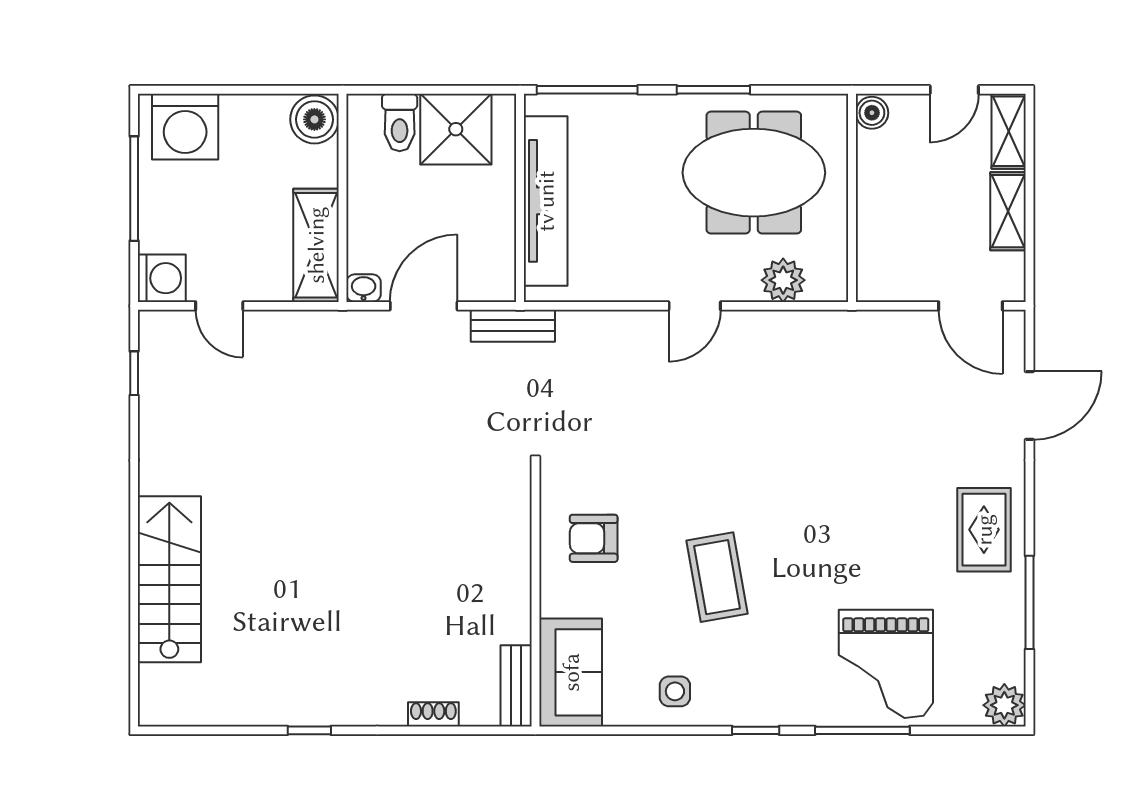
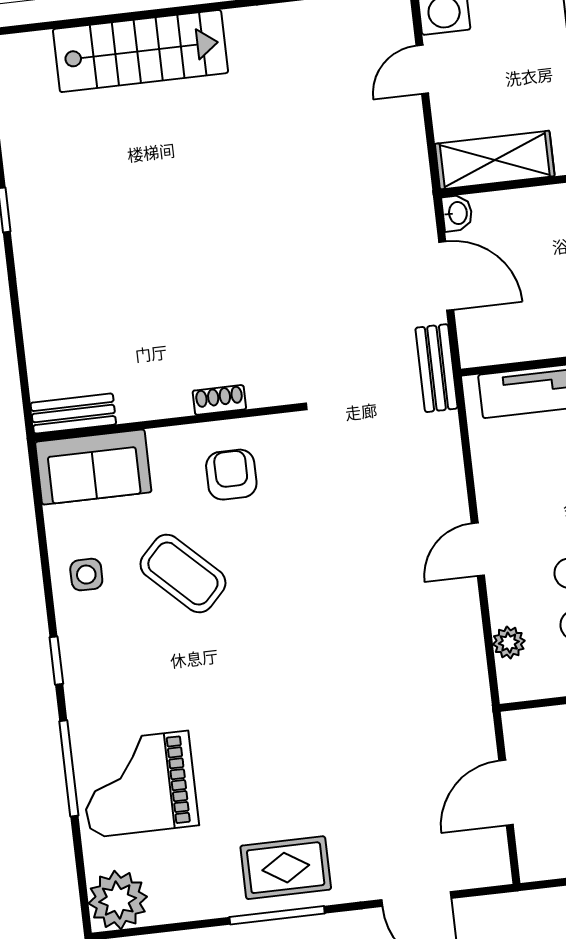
plant: (783, 280) -> (509, 643), width x0.73, depth x0.73
door: (695, 306) -> (478, 549), hinge flipped
door: (971, 306) -> (506, 793), moved
coffee table: (717, 577) -> (183, 574), moved, turned 54
window: (1029, 602) -> (277, 915), moved
plant: (1004, 705) -> (118, 900), width x1.36, depth x1.36
shoe rack: (433, 714) -> (219, 400), moved, turned -90

